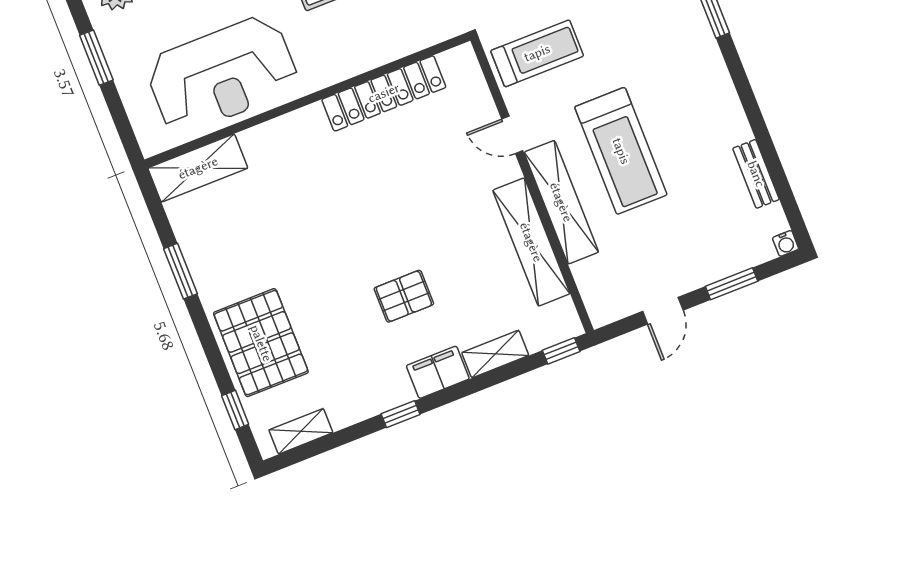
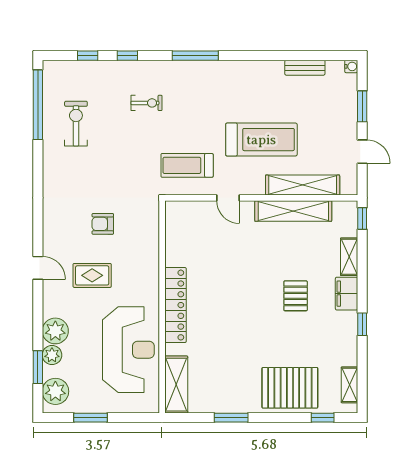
treadmill: (537, 53) -> (187, 165), turned -90
locker: (384, 93) -> (175, 305), moved
door: (512, 135) -> (228, 198), hinge flipped
shelving: (561, 202) -> (303, 185), moved

